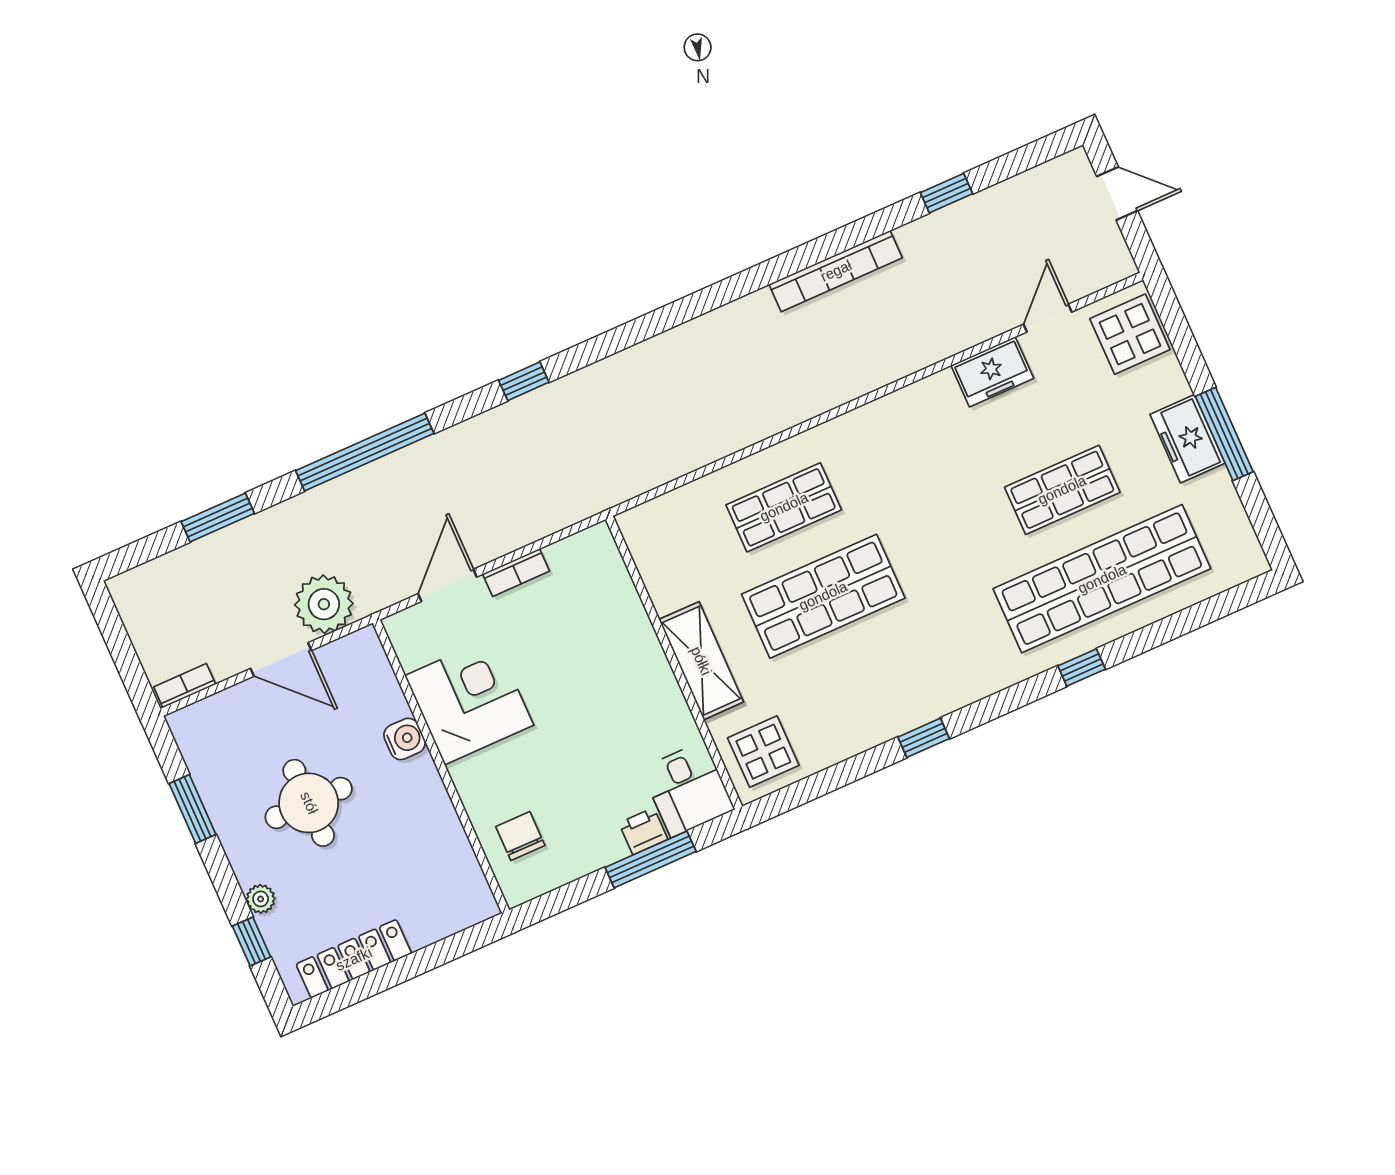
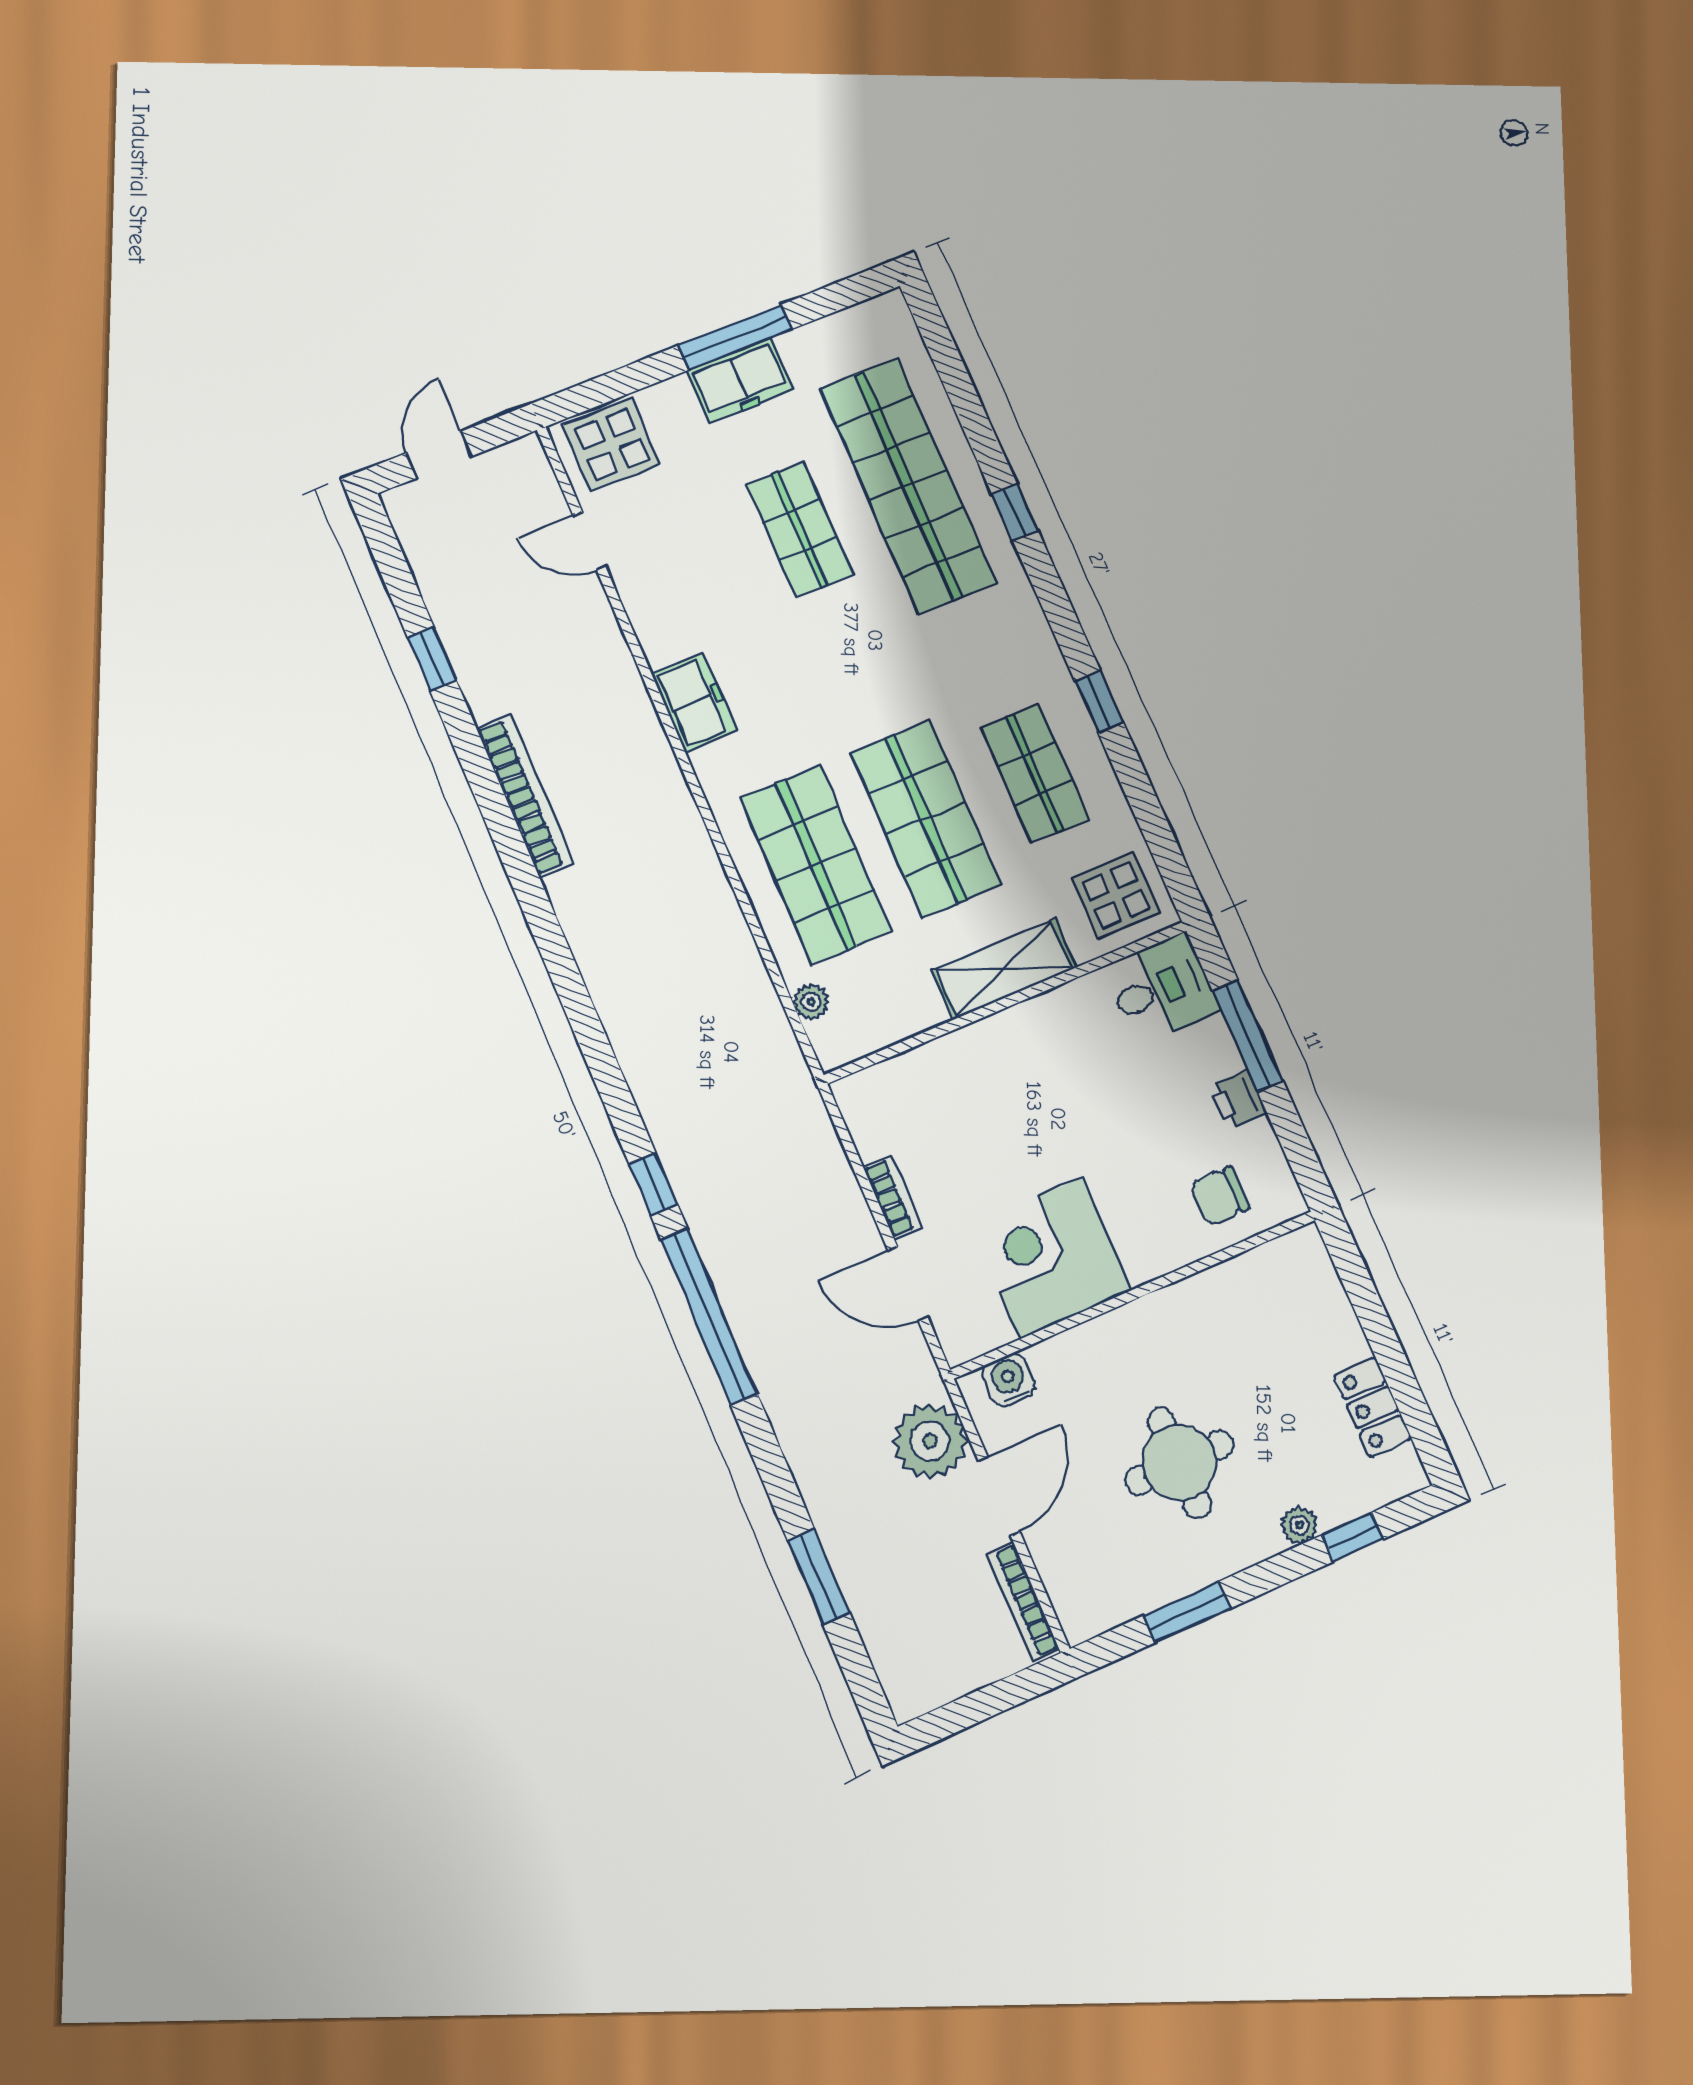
freezer: (992, 372) -> (694, 702), moved
window: (365, 452) -> (709, 1317), moved
plant: (672, 505) -> (811, 1002), added
shop shelf: (784, 507) -> (816, 865), width x1.43, depth x1.36
shop shelf: (863, 685) -> (1035, 773), added
bookcase: (185, 686) -> (1023, 1602), width x1.56
water cooler: (405, 739) -> (1009, 1380), moved
printer: (643, 831) -> (1238, 1100), moved
locker: (354, 959) -> (1373, 1407), width x0.66

